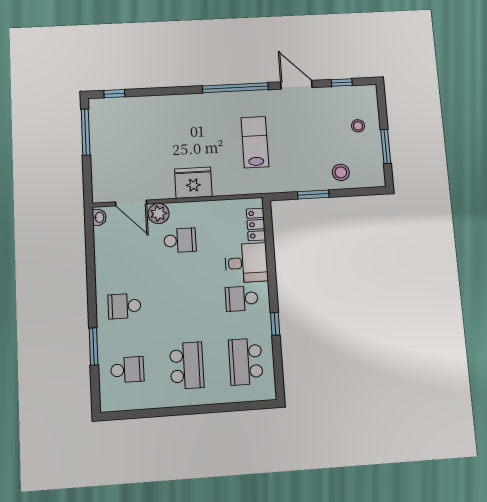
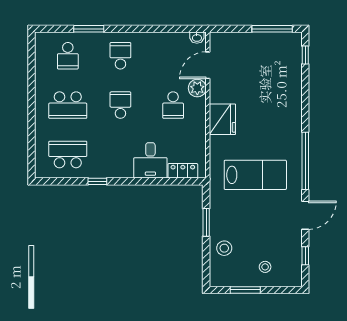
lab bench: (255, 142) -> (255, 175), width x1.36, depth x1.39
school desk: (242, 299) -> (120, 105), moved

